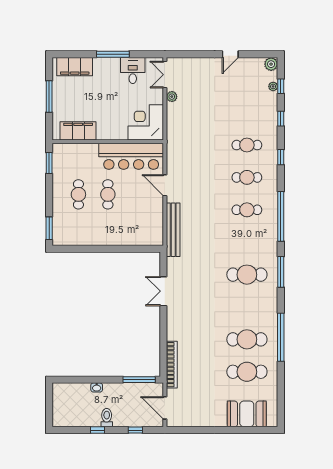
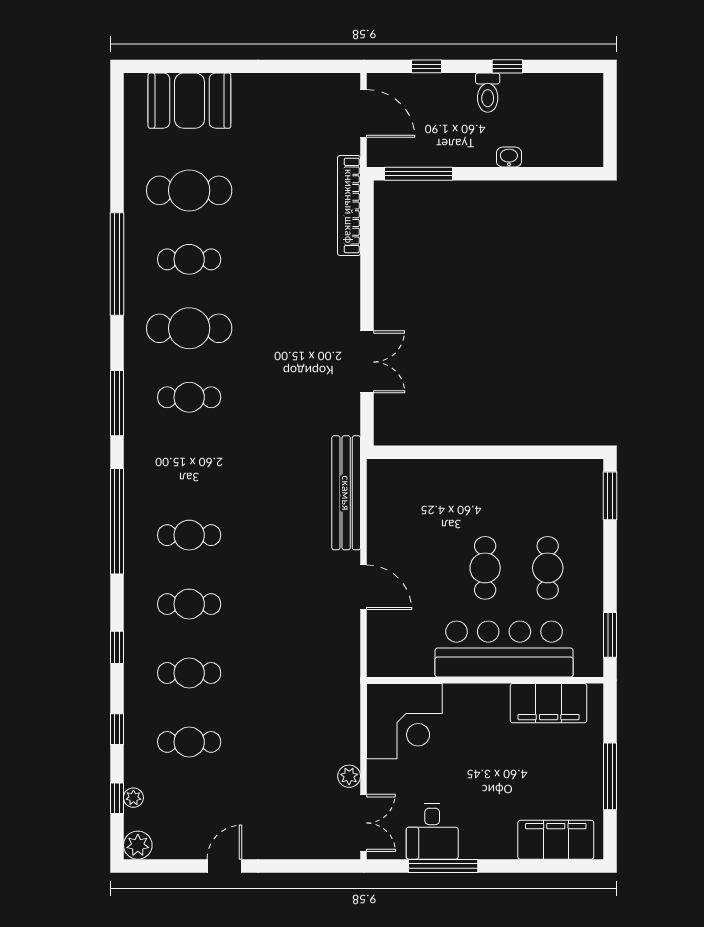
window: (113, 54) -> (443, 866), moved
cafe table: (247, 113) -> (189, 742), added
bar counter: (131, 156) -> (504, 649), moved
cafe table: (247, 275) -> (189, 397), width x0.73, depth x0.74
cafe table: (247, 307) -> (189, 328), added
cafe table: (247, 339) -> (189, 259), width x0.73, depth x0.74

